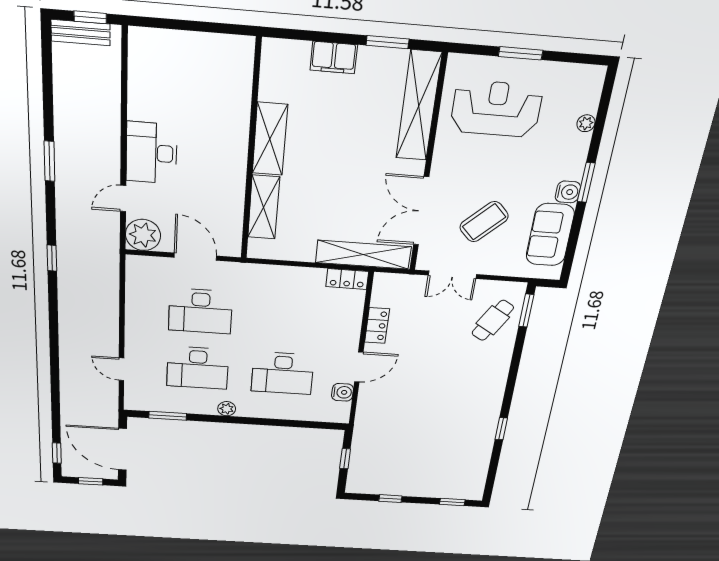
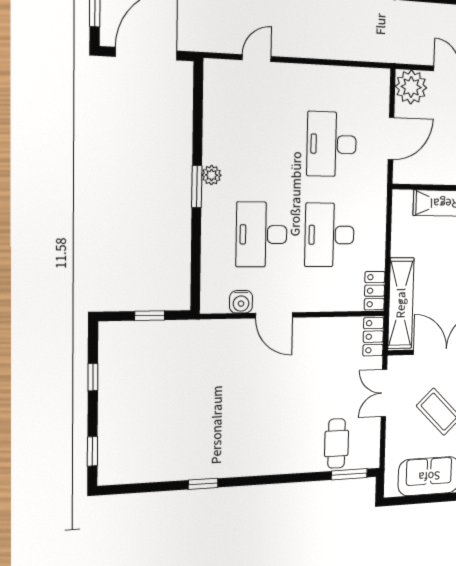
cafe table: (493, 320) -> (337, 443), turned 59
locker: (377, 326) -> (373, 337), moved, turned 90
desk: (198, 368) -> (330, 235), moved
window: (168, 416) -> (197, 186), moved

